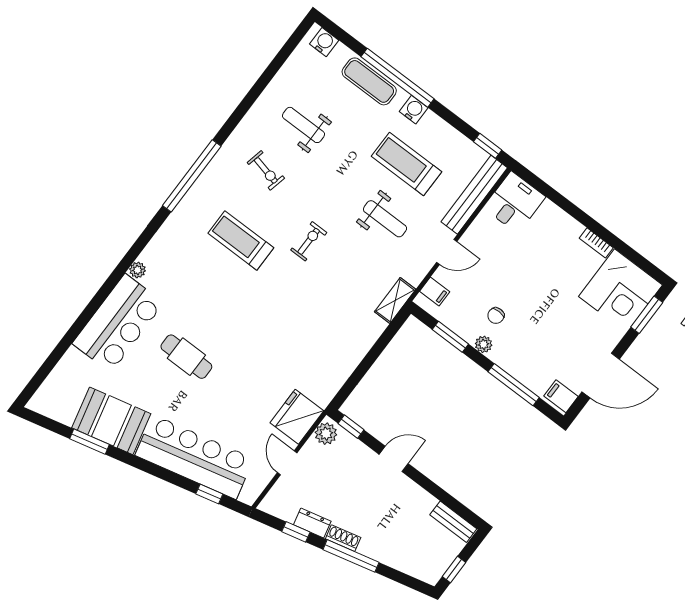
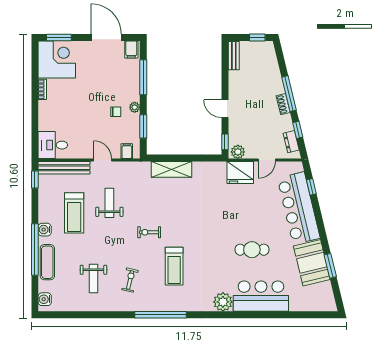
plant: (138, 270) -> (223, 302), width x1.87, depth x1.87
shelving: (395, 301) -> (172, 169), moved, width x1.50, depth x1.33
cafe table: (186, 357) -> (252, 250), turned 90
dresser: (312, 523) -> (291, 142), moved

